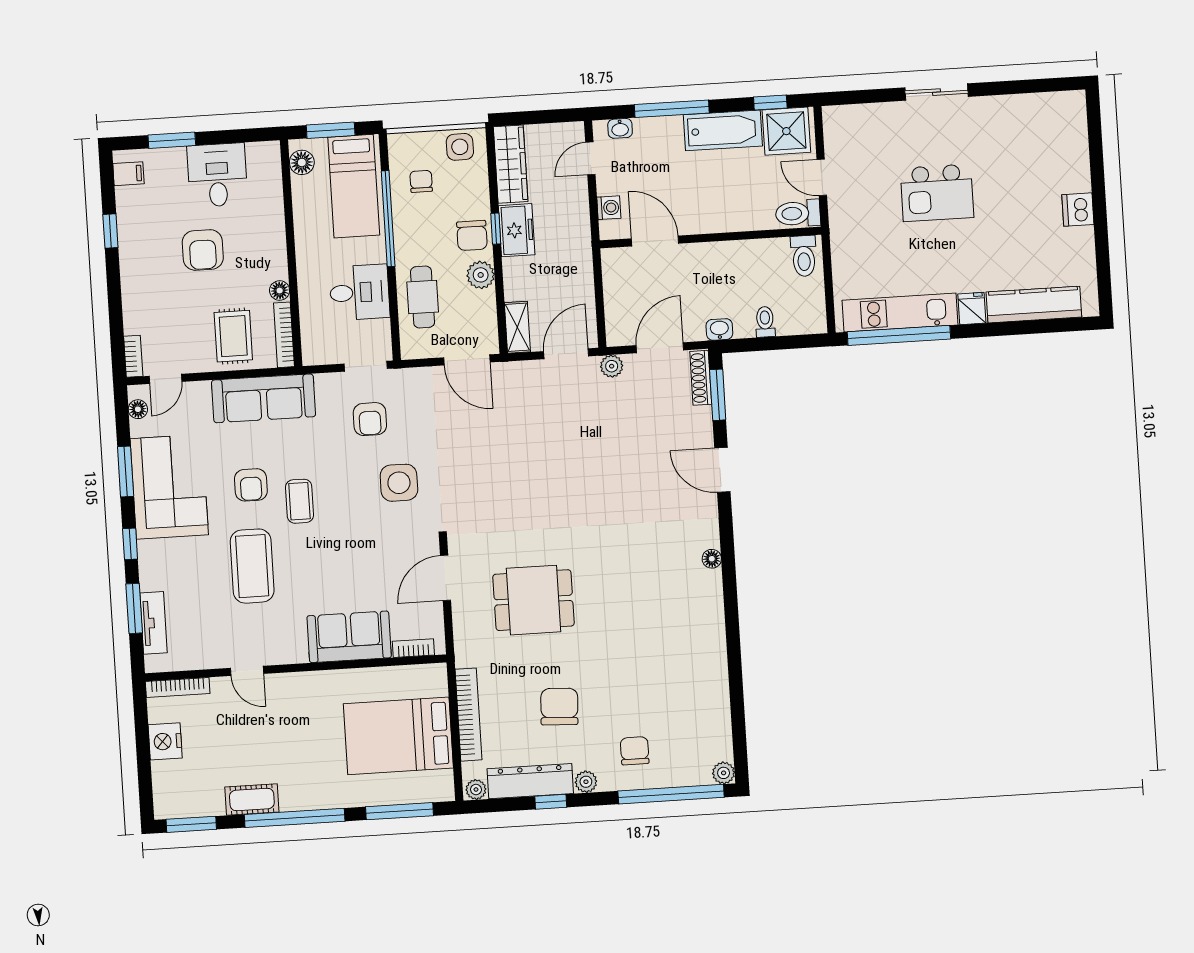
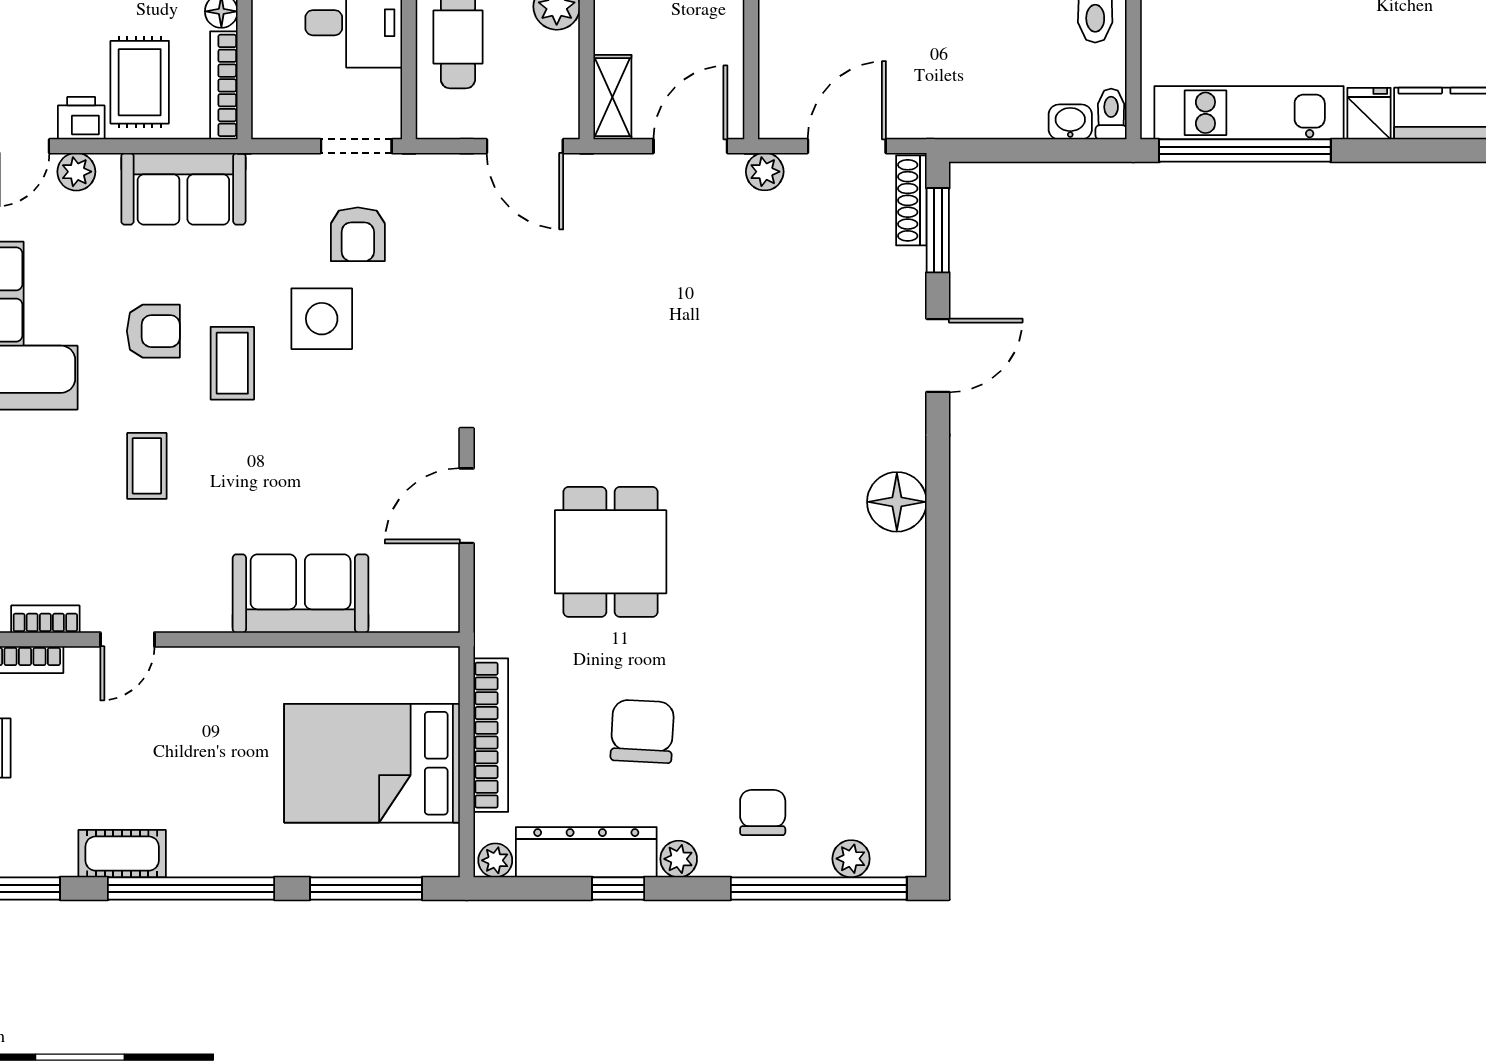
toilet: (765, 322) -> (1111, 114), moved
washbasin: (719, 329) -> (1070, 122), moved
printer: (200, 360) -> (81, 118), added
plant: (199, 392) -> (76, 172), added
sofa: (264, 398) -> (183, 189), width x0.73
door: (722, 470) -> (938, 355), swing flipped
side table: (399, 483) -> (322, 319), moved
armchair: (251, 485) -> (153, 331), turned -90
floor lamp: (712, 559) -> (897, 502), width x1.89, depth x1.89
coffee table: (252, 566) -> (147, 466), width x0.54, depth x0.58
dining table: (534, 600) -> (611, 552), turned 90
bookcase: (413, 648) -> (45, 619), moved
door: (247, 671) -> (127, 640), hinge flipped
plant: (724, 773) -> (851, 859), moved

